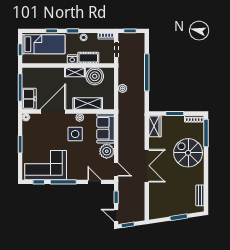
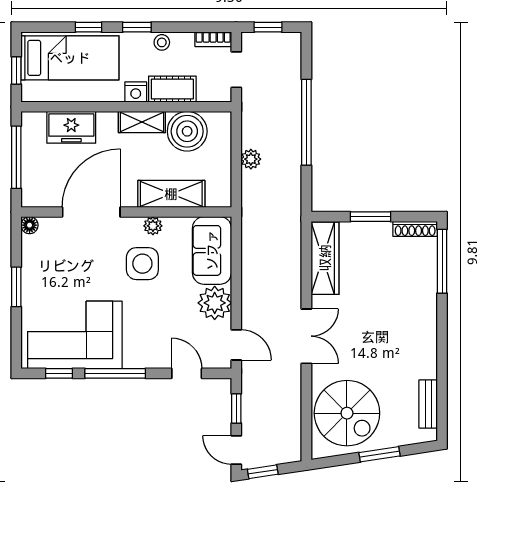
freezer: (29, 99) -> (71, 127), moved, turned 90
wardrobe: (155, 126) -> (325, 258), width x1.50
spiral stairs: (188, 153) -> (347, 413), moved, turned 180
double door: (147, 166) -> (306, 336), width x0.73

